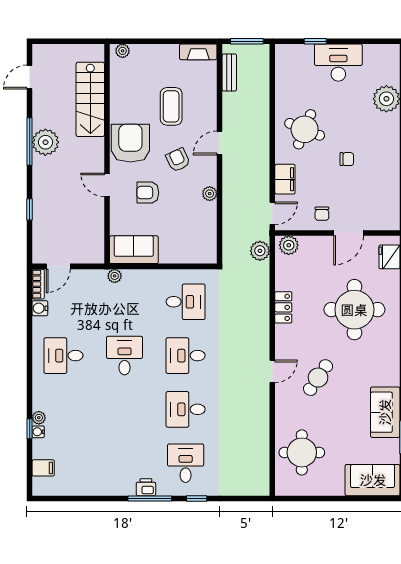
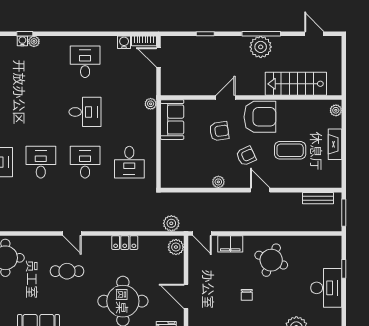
fireplace: (198, 52) -> (335, 144), moved
armchair: (148, 193) -> (219, 131), turned 82
chair: (322, 214) -> (202, 274), removed
cafe table: (318, 378) -> (67, 271), turned -34

